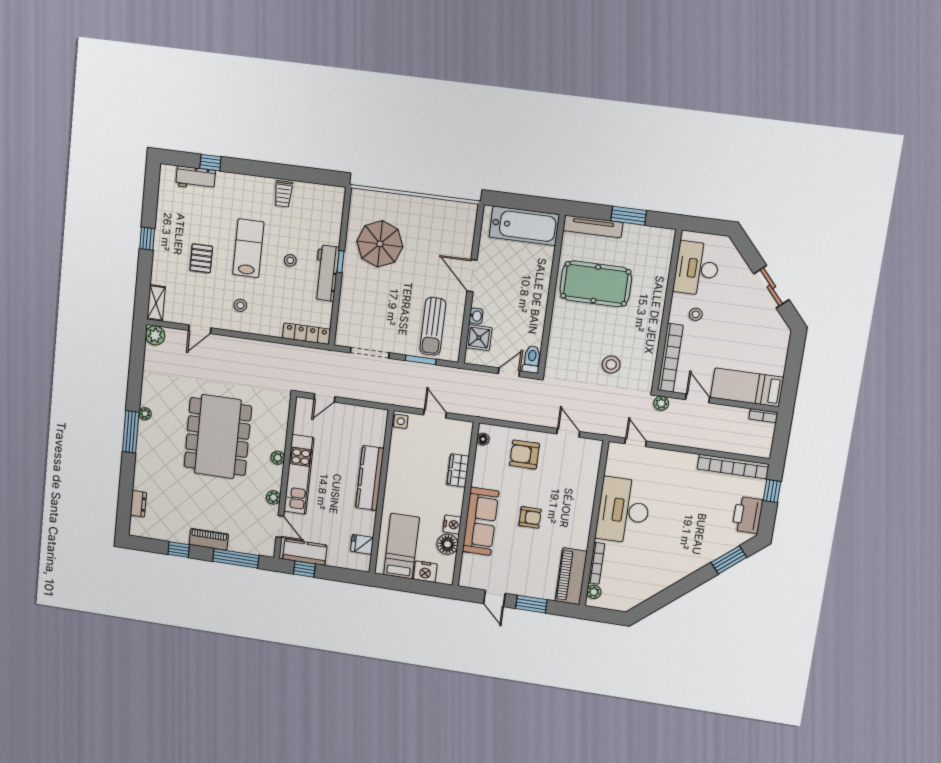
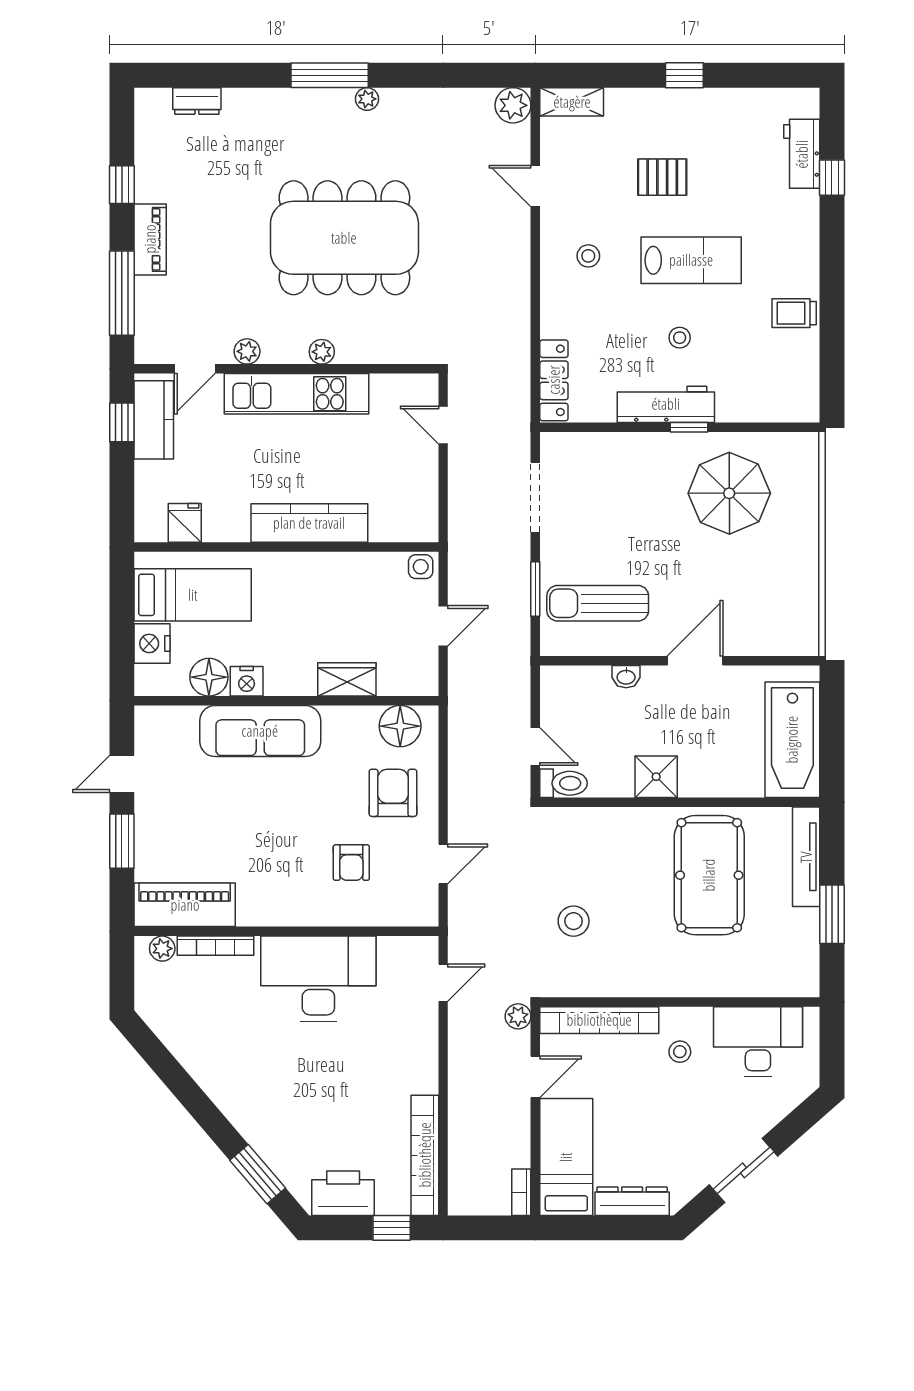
shower: (479, 338) -> (656, 777), moved
dresser: (779, 353) -> (632, 1201), added
floor lamp: (483, 439) -> (400, 726), width x1.89, depth x1.89
armchair: (530, 517) -> (351, 863), moved

